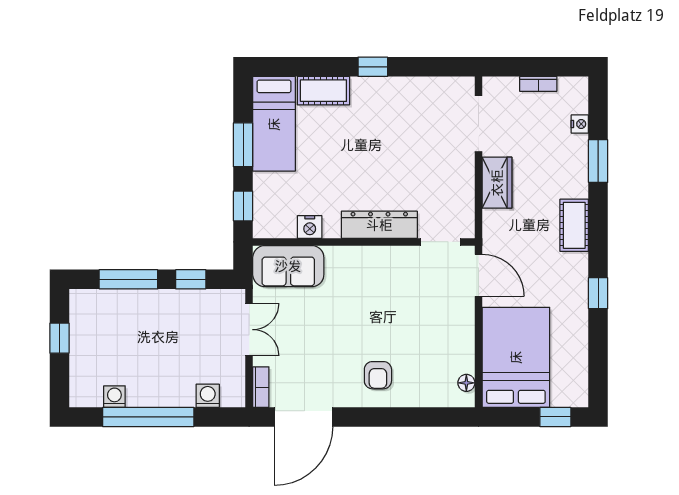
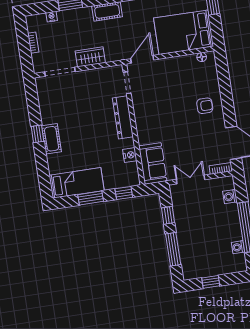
cot: (323, 91) -> (52, 139), moved

